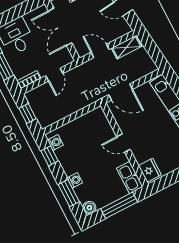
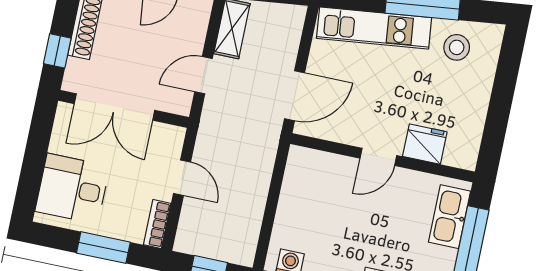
fridge: (150, 170) -> (425, 144), moved
kitchen sink: (130, 177) -> (450, 217), moved, turned 90

